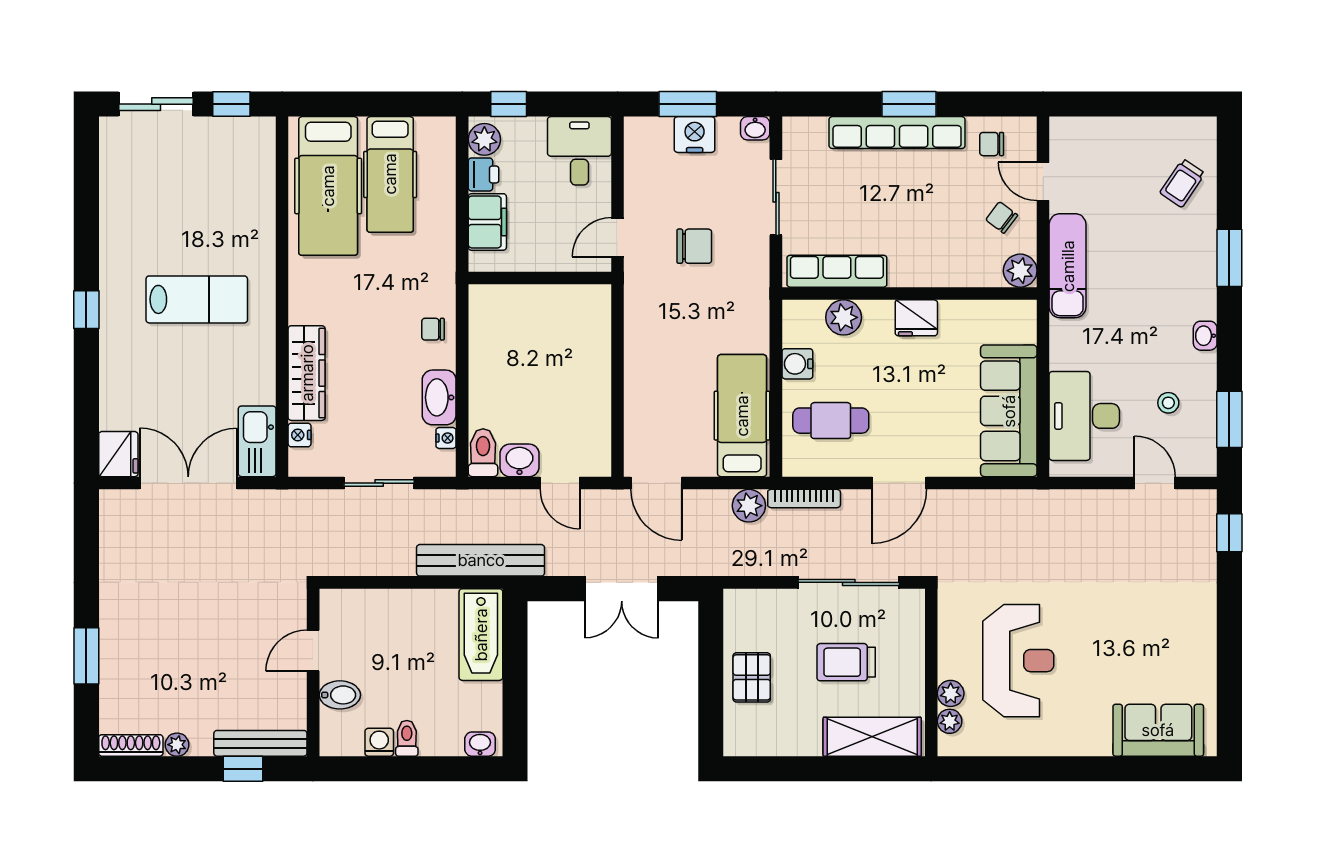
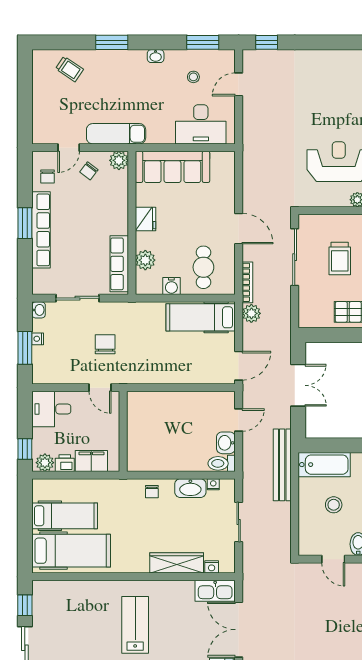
nightstand: (695, 135) -> (38, 339), width x0.53, depth x0.56
sofa: (1009, 411) -> (173, 167), moved
stool: (410, 651) -> (334, 505), added

